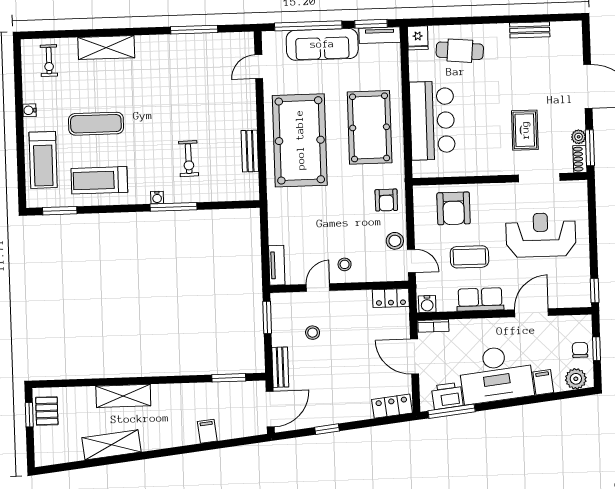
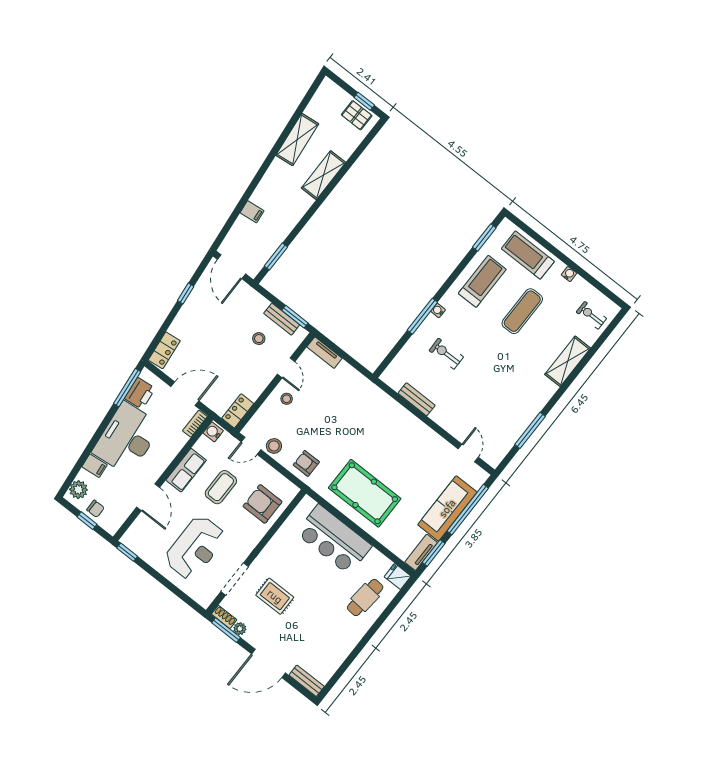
bench: (530, 30) -> (307, 681), moved, turned 90
pool table: (300, 140) -> (395, 439), removed
bench: (280, 367) -> (282, 319), moved

